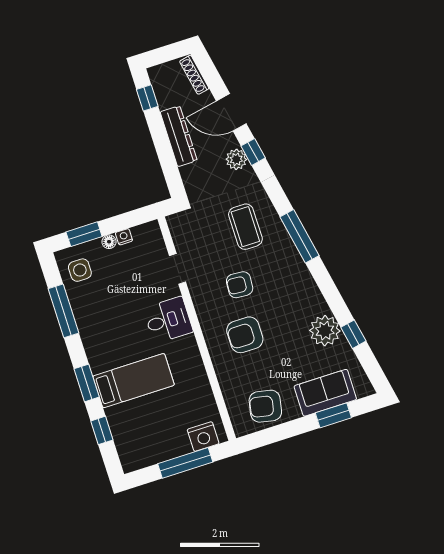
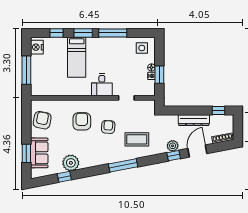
window: (84, 234) -> (159, 75), moved
window: (63, 311) -> (113, 33), moved
nightstand: (203, 437) -> (37, 47), moved

